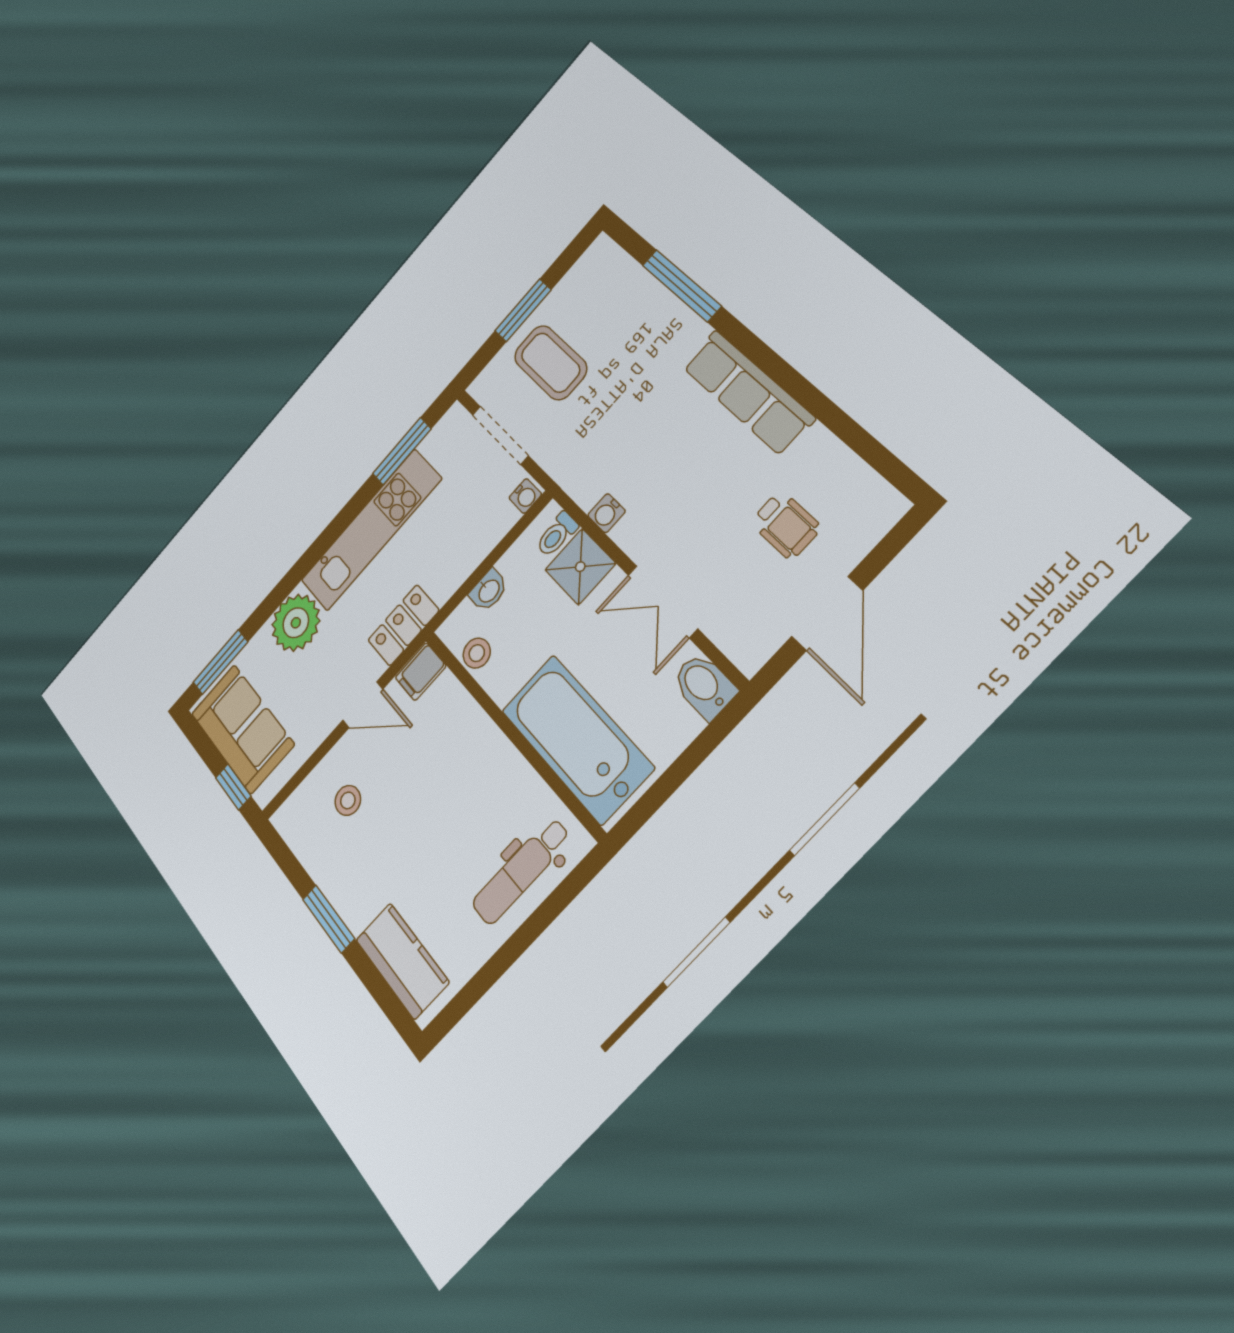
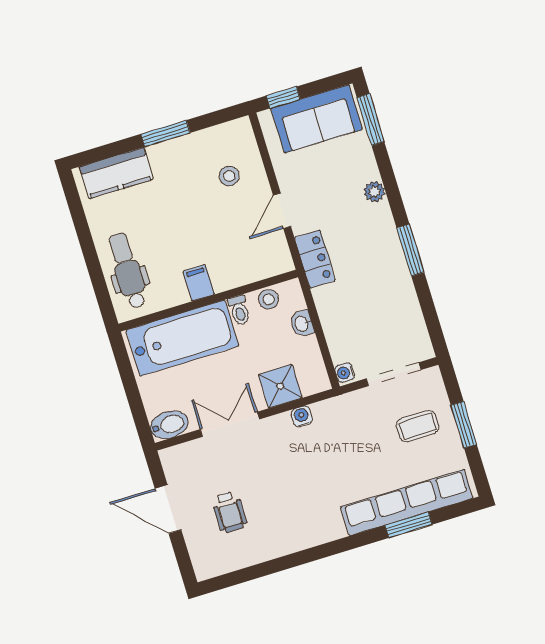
window: (682, 286) -> (409, 525), width x0.69
coffee table: (551, 363) -> (418, 426), width x0.73, depth x0.77
row of seats: (748, 392) -> (407, 502), moved, width x1.36
window: (402, 451) -> (410, 250), moved
wheelchair: (786, 525) -> (229, 512), turned -90
kitchen unit: (371, 530) -> (390, 263), removed
toilet: (557, 534) -> (239, 310), moved, turned 180
plant: (296, 623) -> (374, 192), width x0.53, depth x0.53
filing cabinet: (421, 672) -> (199, 283), moved

